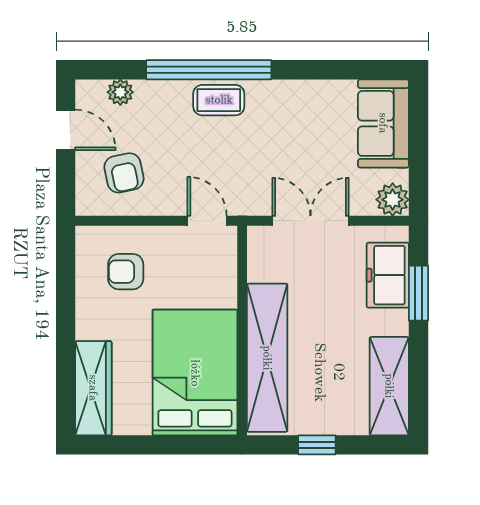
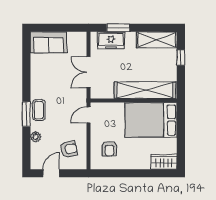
window: (209, 70) -> (26, 114), width x0.47
plant: (120, 92) -> (36, 137), moved
plant: (393, 200) -> (80, 39), removed
wardrobe: (93, 388) -> (164, 162), width x0.67
window: (317, 445) -> (181, 57), moved

